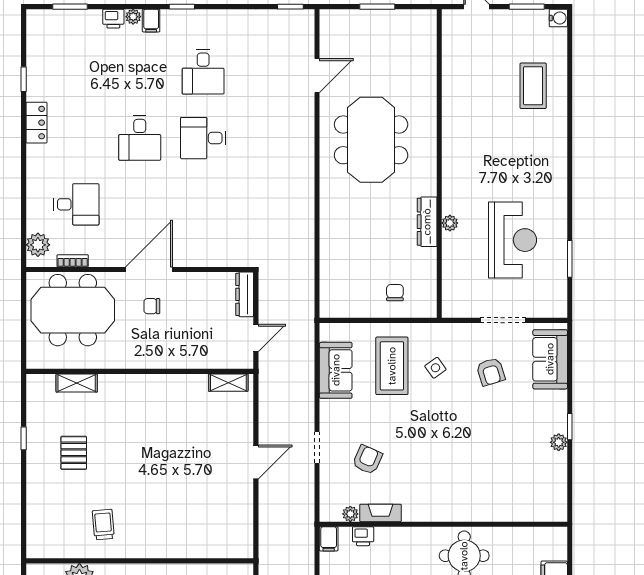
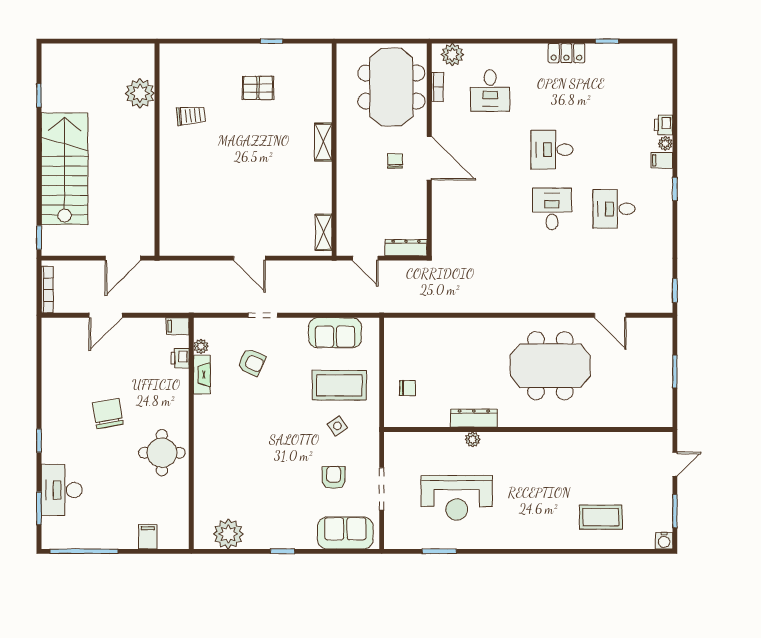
window: (70, 7) -> (675, 84), removed
armchair: (491, 372) -> (334, 477), turned 107
shelving: (77, 383) -> (323, 142), moved
plant: (559, 442) -> (228, 534), moved, width x1.88, depth x1.88

